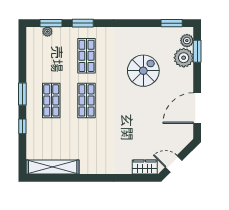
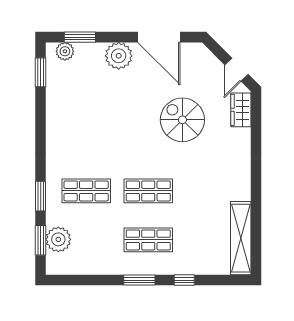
plant: (47, 32) -> (58, 239), width x1.88, depth x1.88
plant: (184, 58) -> (119, 56), moved
spiral stairs: (143, 71) -> (182, 120), moved

